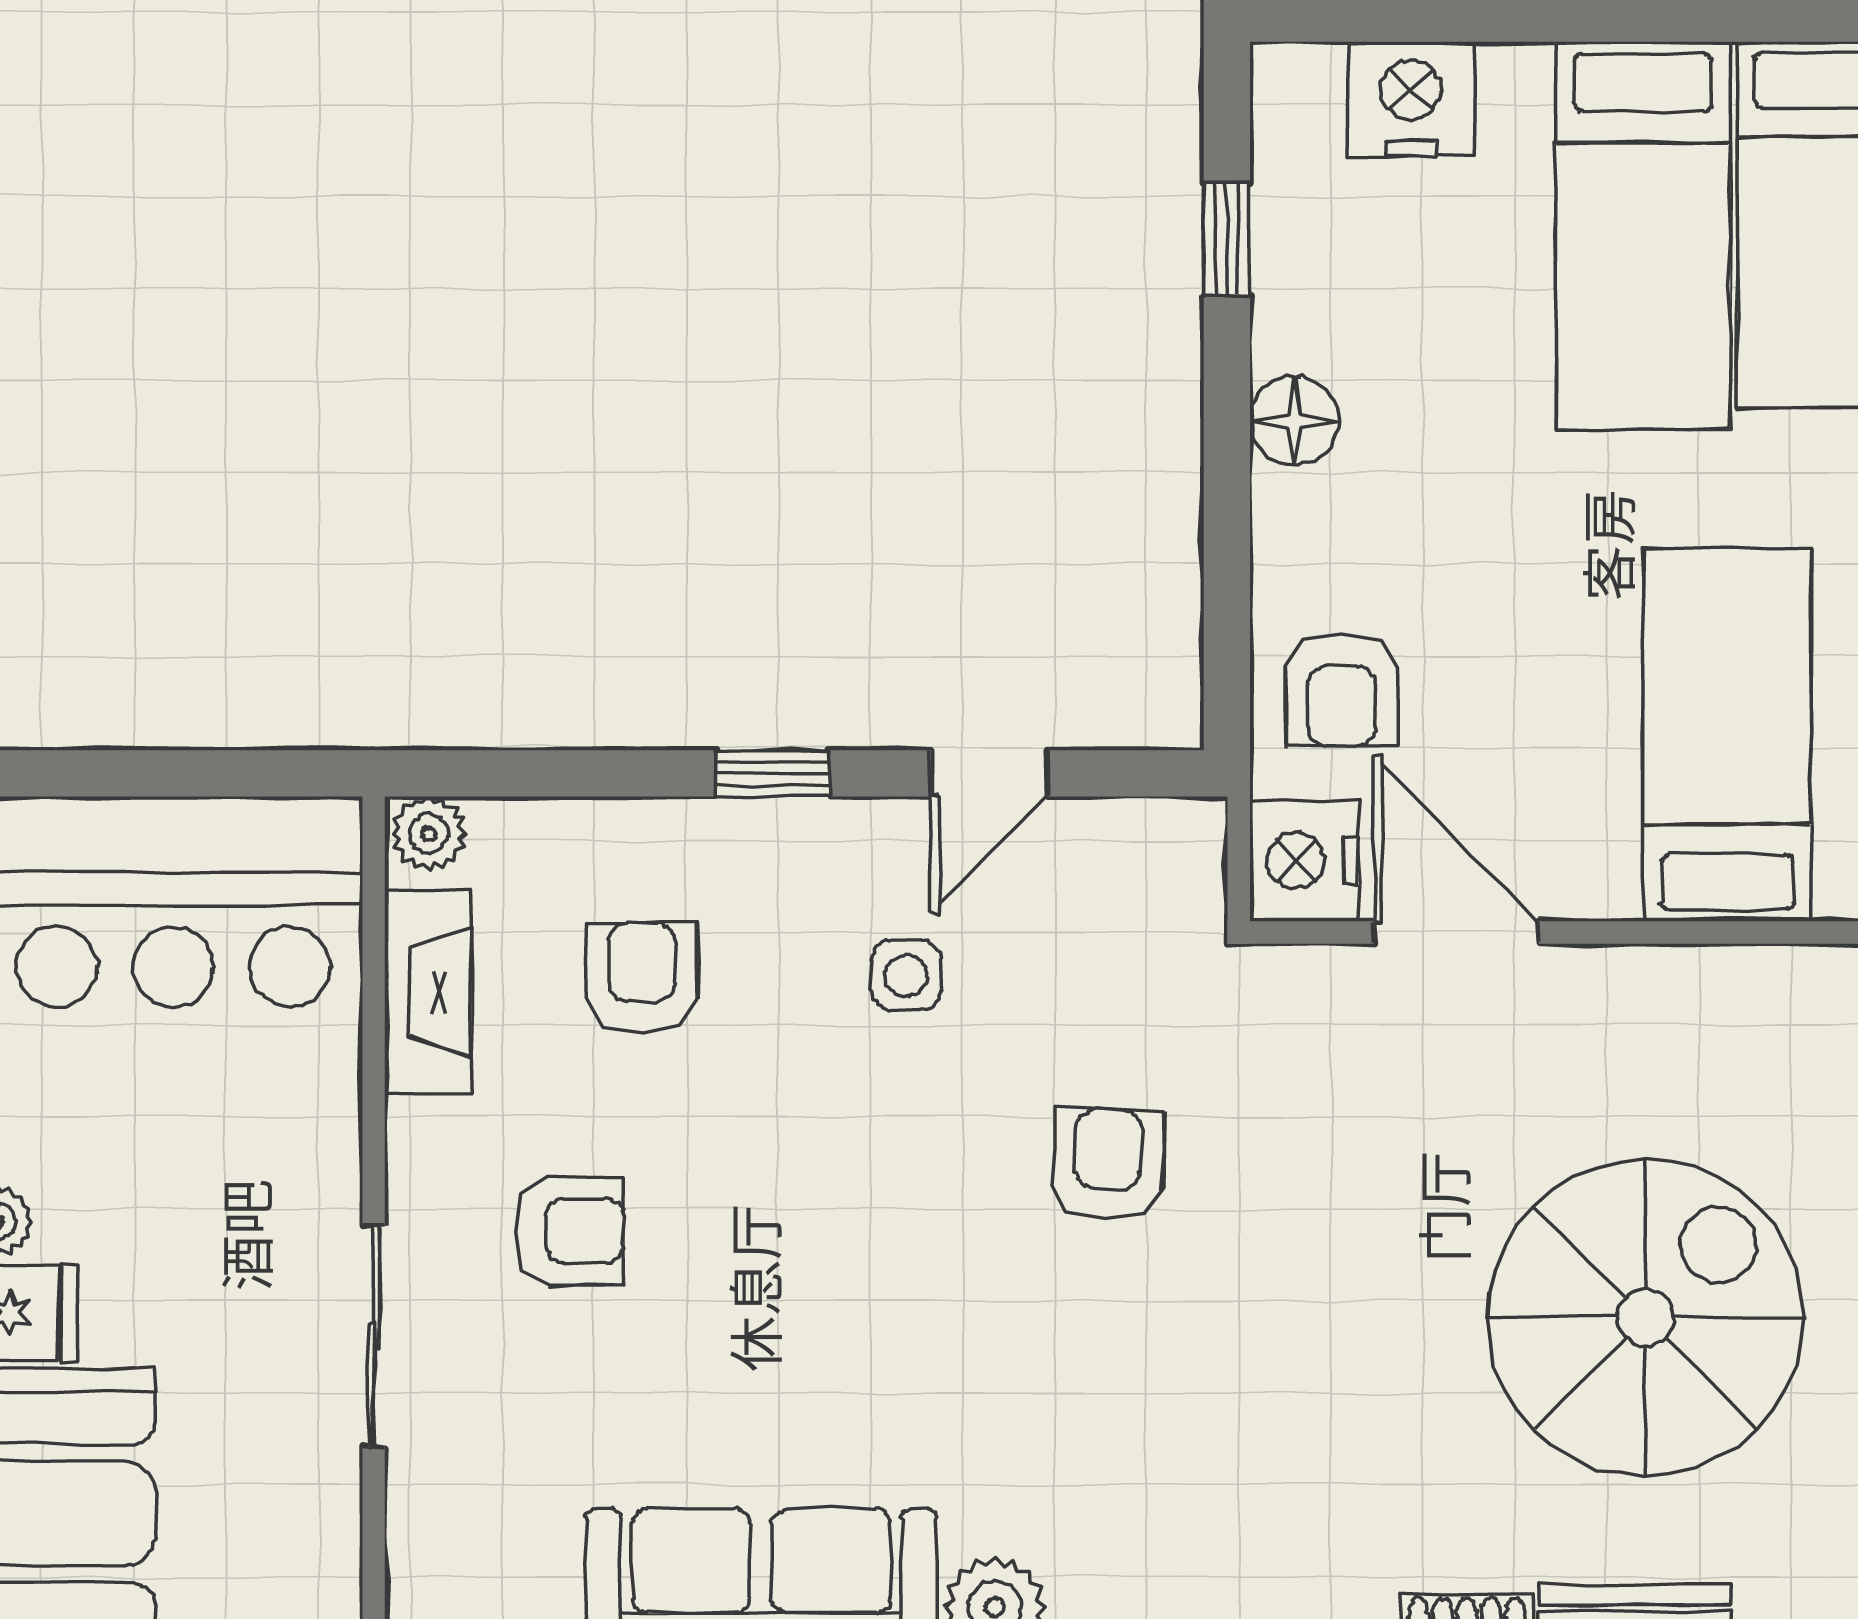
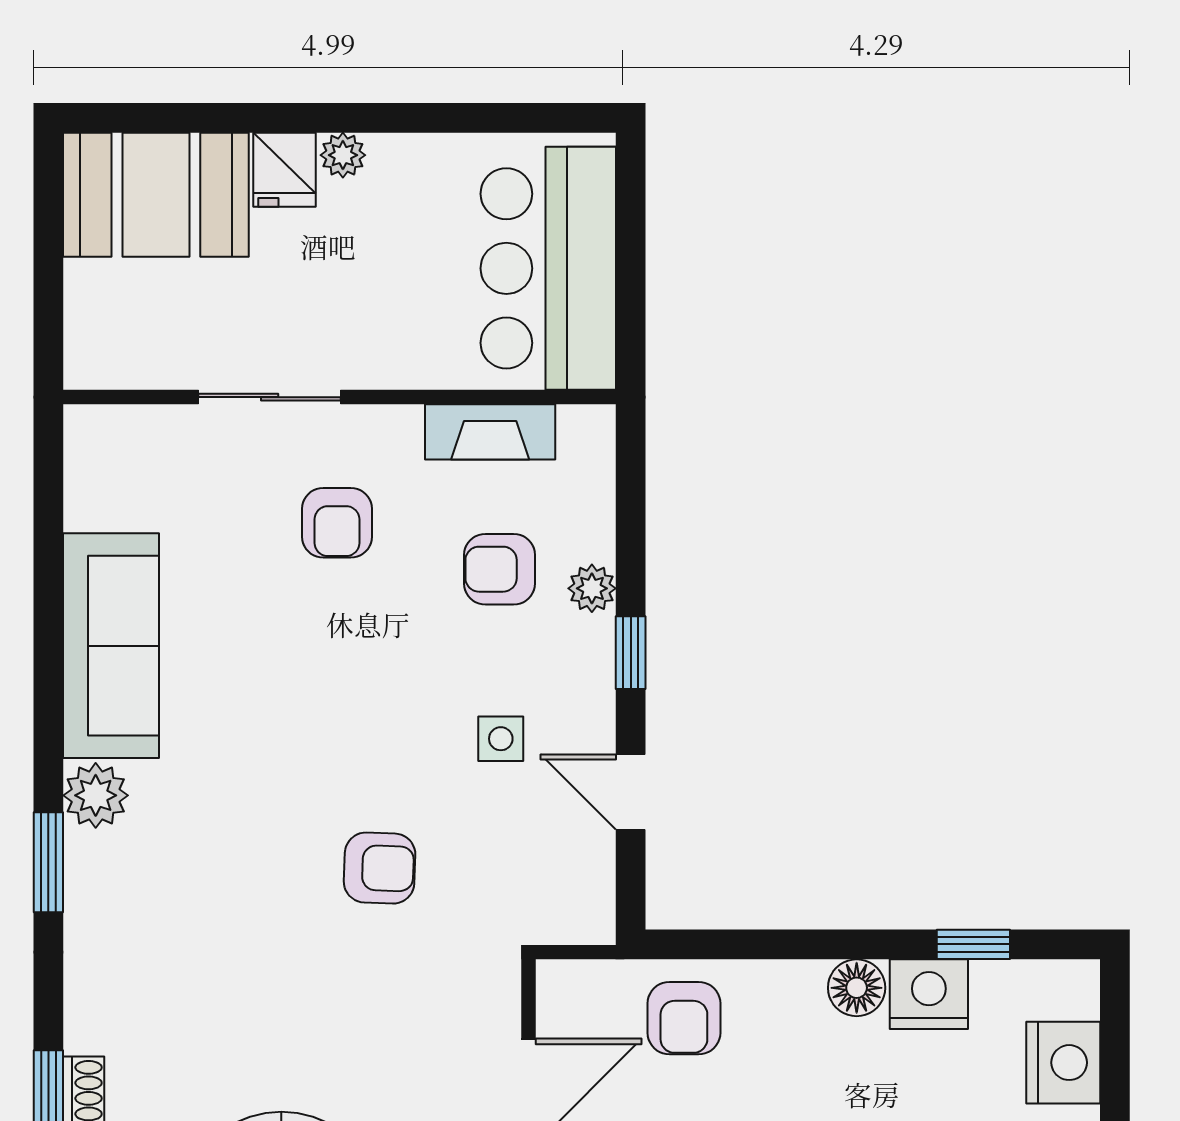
armchair: (1342, 690) -> (684, 1018), turned -90
plant: (429, 834) -> (592, 588), moved
nightstand: (1304, 861) -> (929, 994), moved
armchair: (642, 978) -> (500, 569), turned 180

